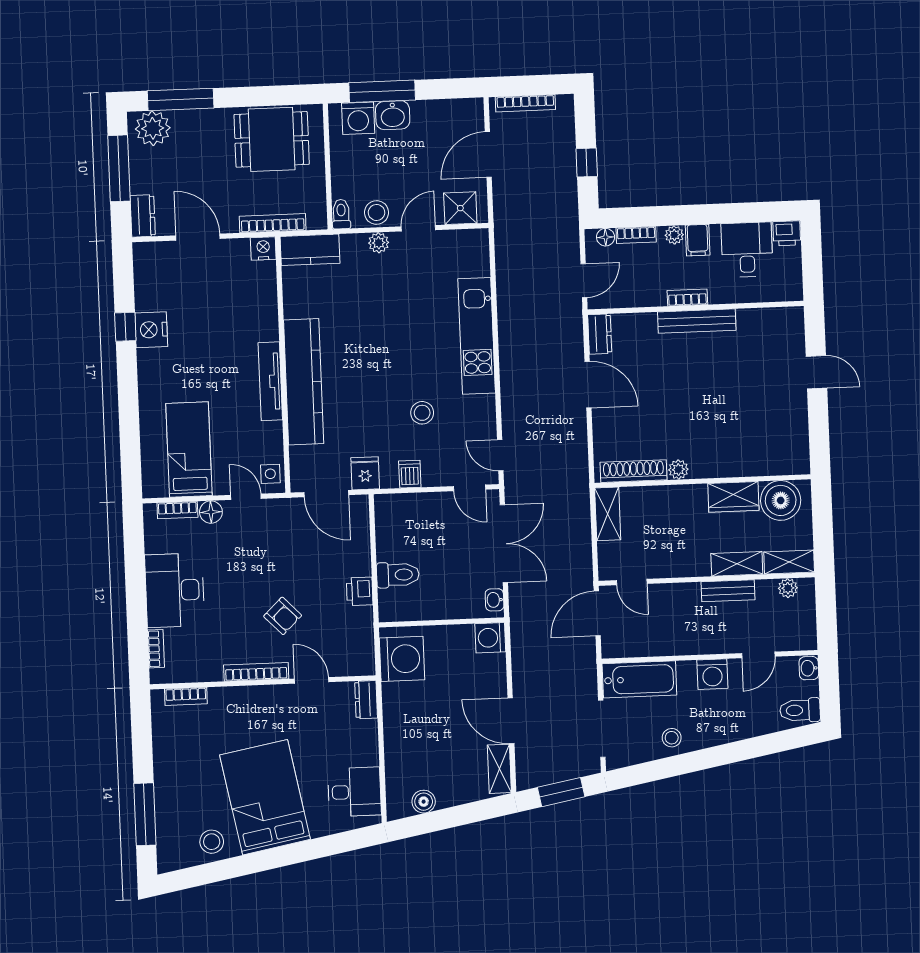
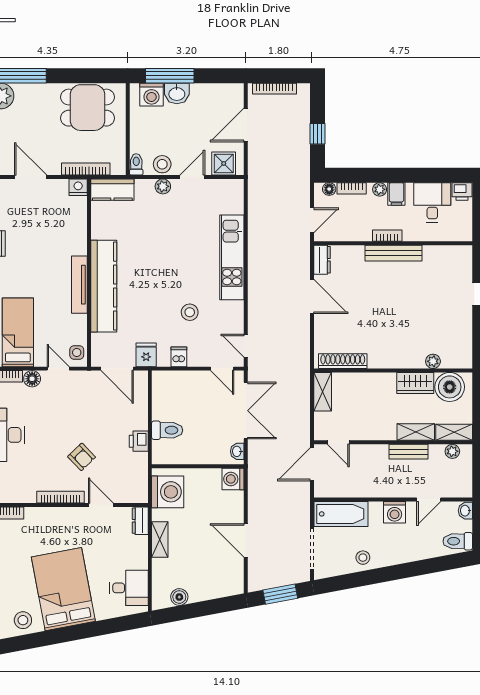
plant: (678, 470) -> (433, 361), moved
shelving: (499, 769) -> (160, 539), moved

